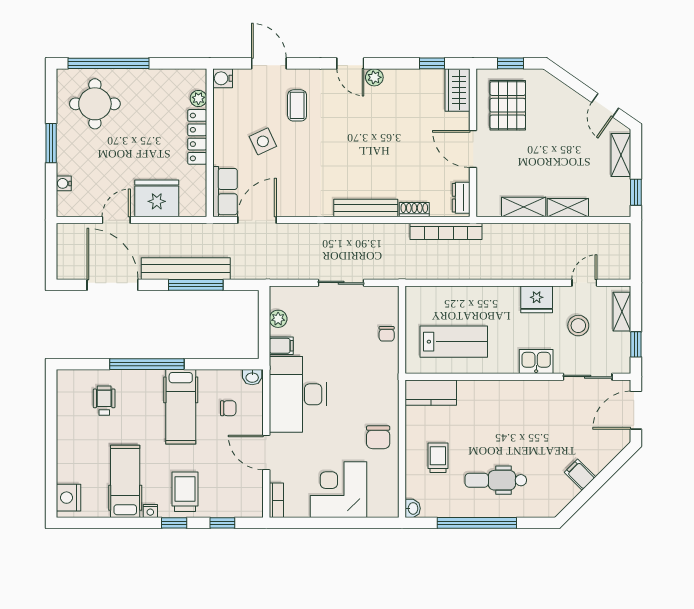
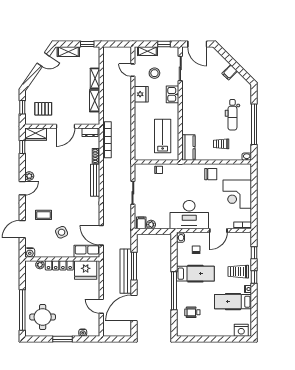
pallet: (508, 105) -> (43, 109), width x0.67, depth x0.71
fridge: (157, 198) -> (86, 270), moved, turned -90
filing cabinet: (281, 346) -> (141, 223), moved

